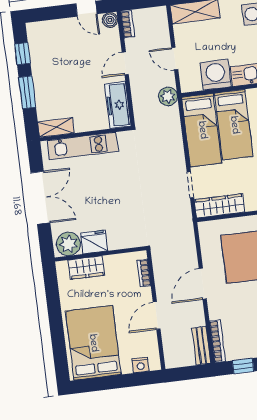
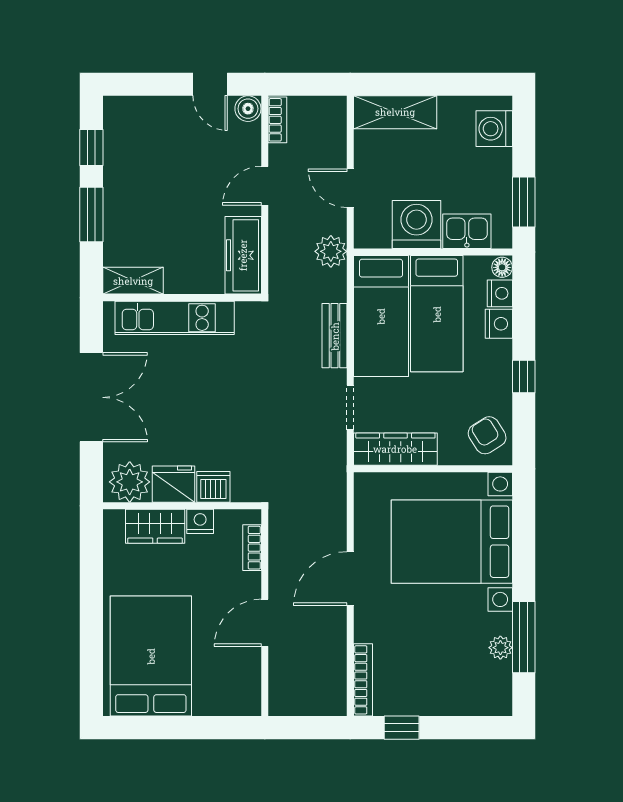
dishwasher: (117, 241) -> (213, 487), added
bench: (201, 346) -> (335, 336), moved
nightstand: (141, 365) -> (200, 521), moved, turned 180

